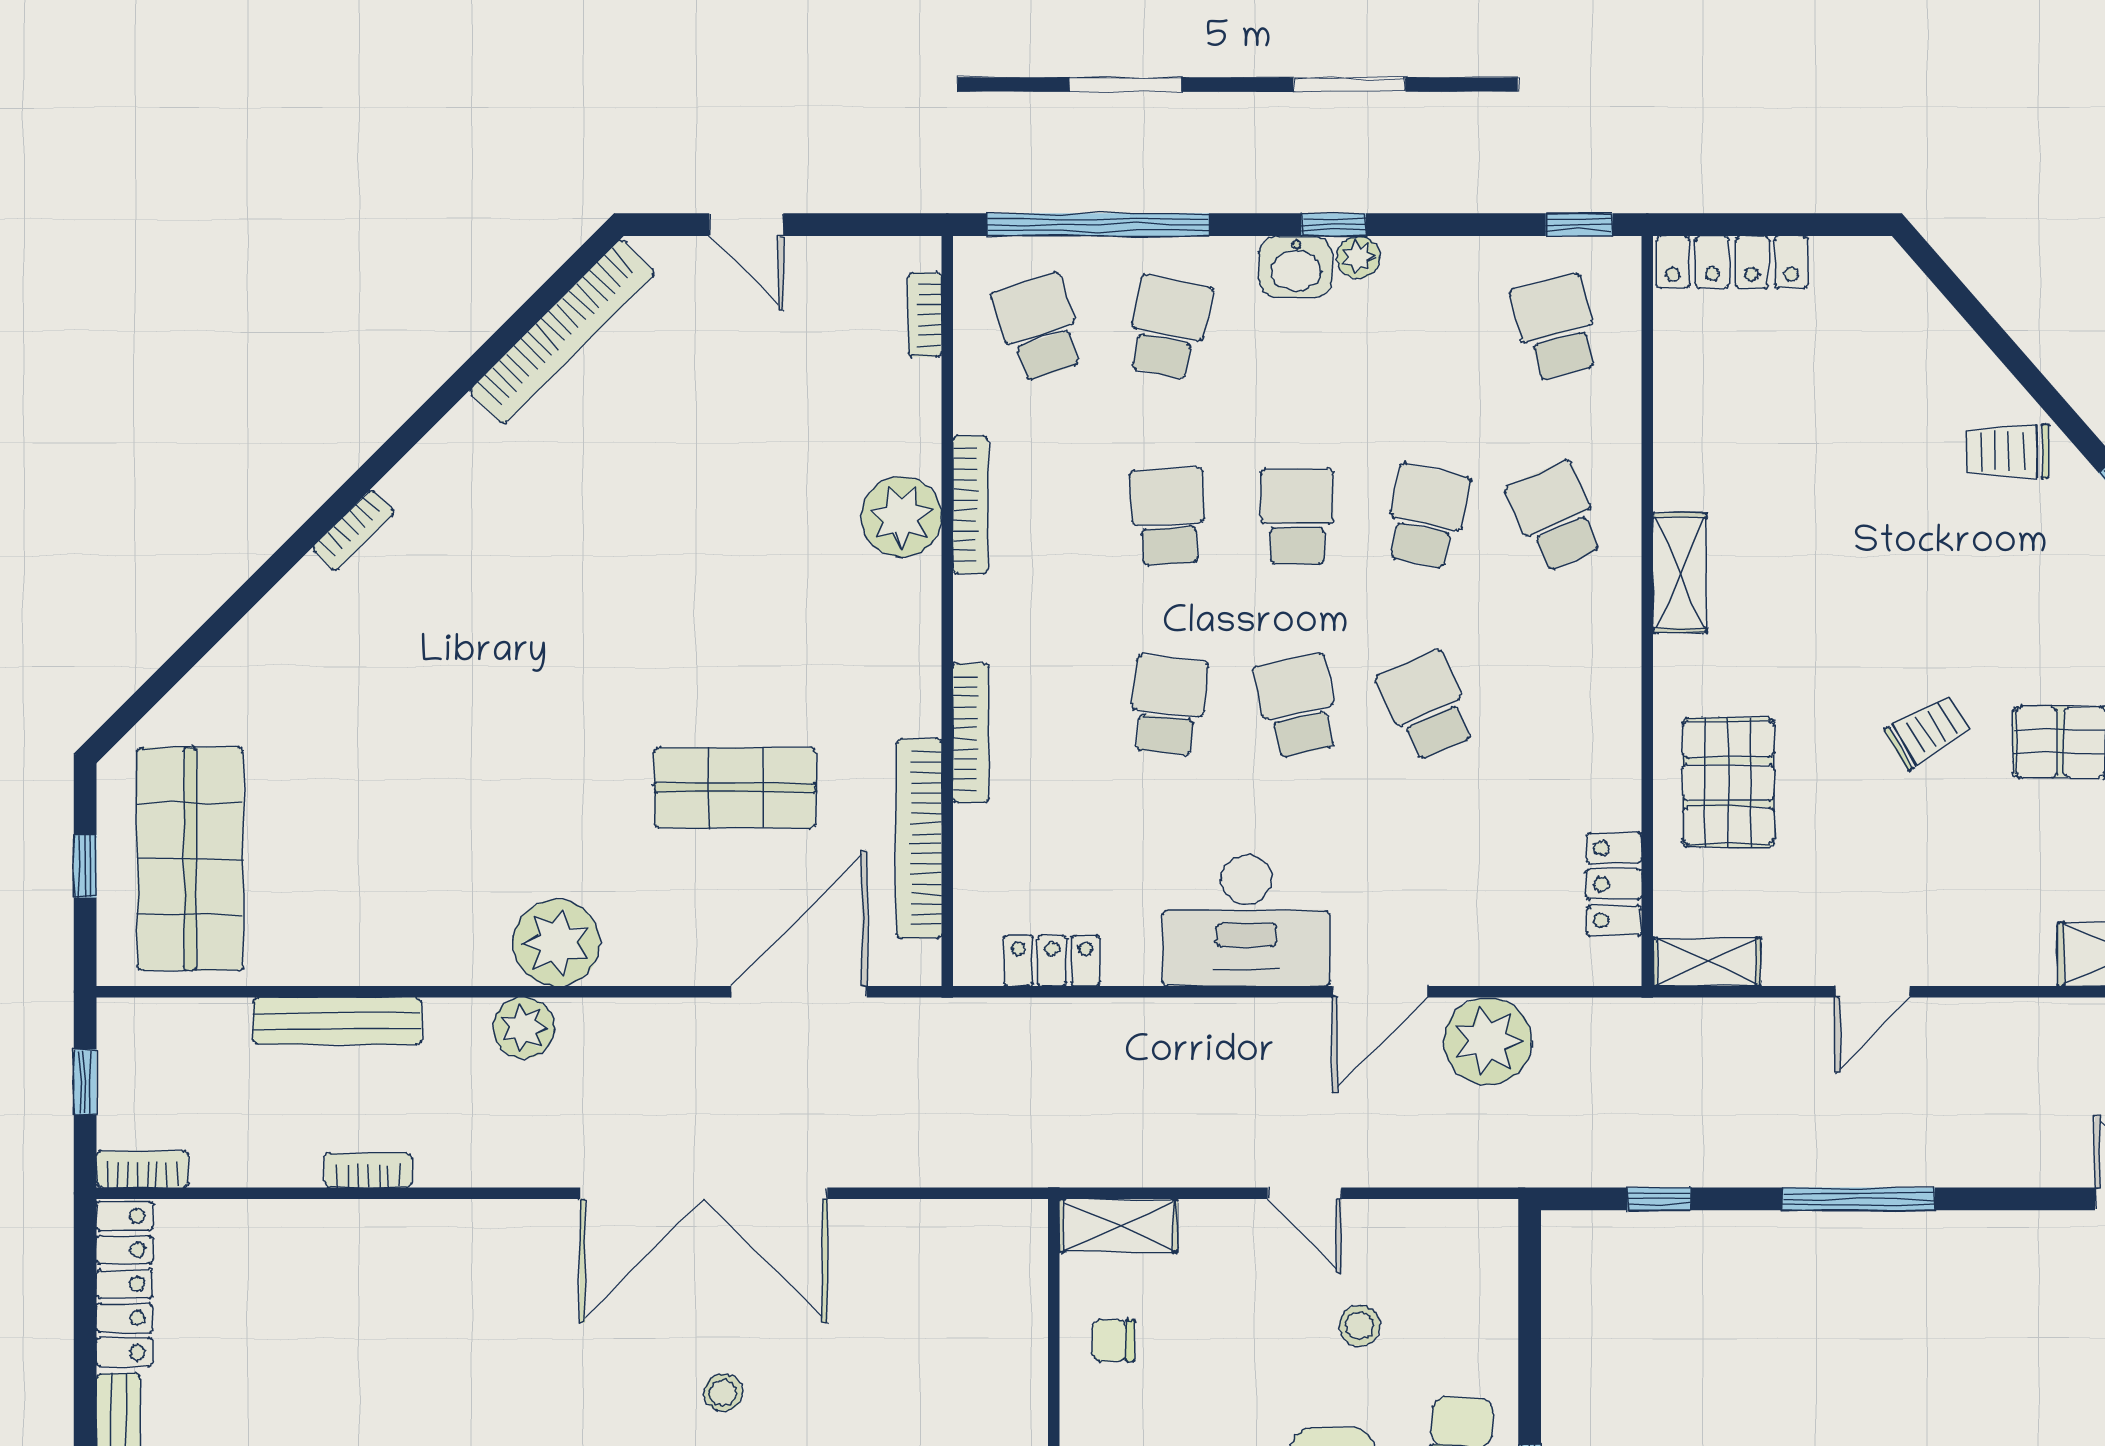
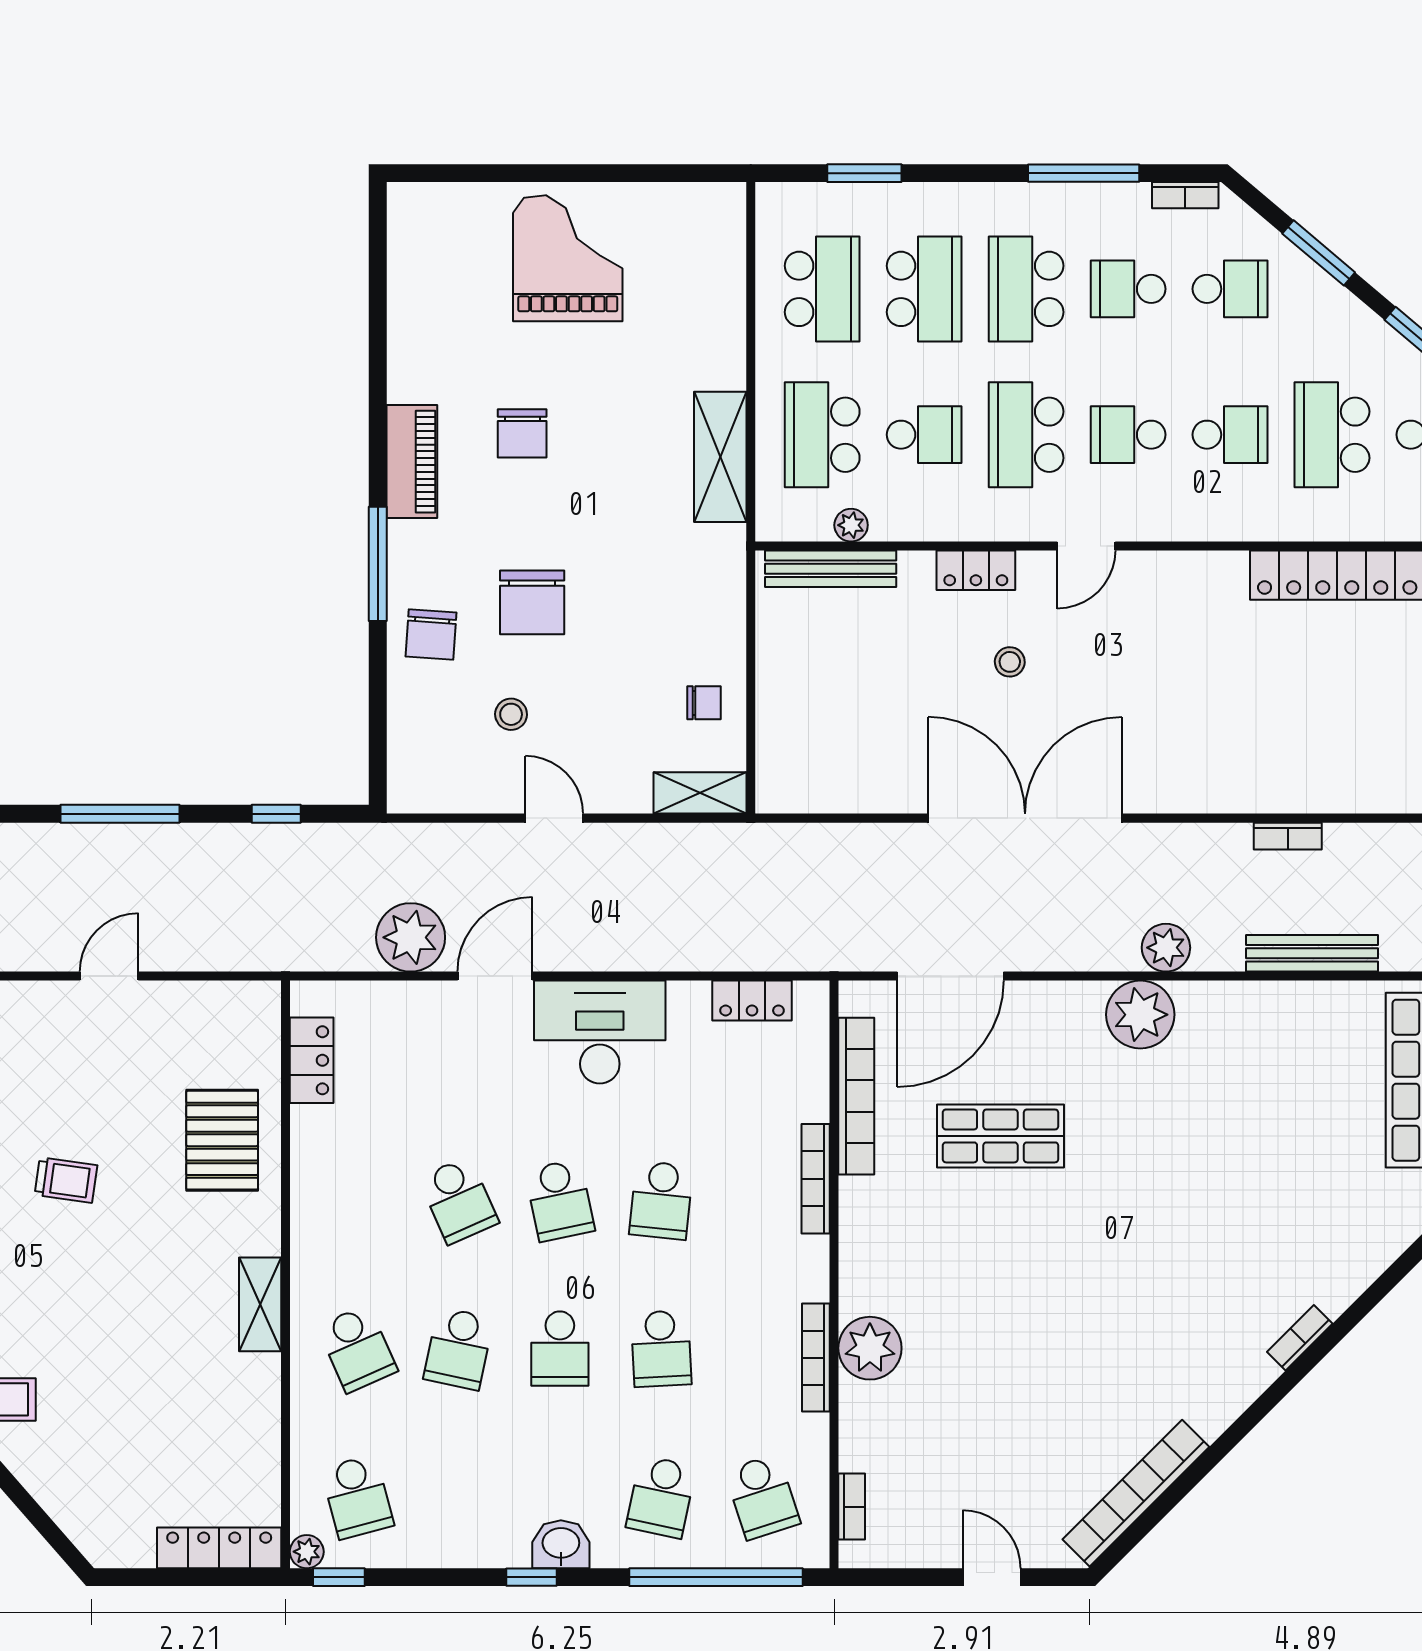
plant: (1358, 257) -> (307, 1552), moved
trolley: (1928, 731) -> (66, 1180), turned -141
shelving: (1707, 962) -> (239, 999), removed

